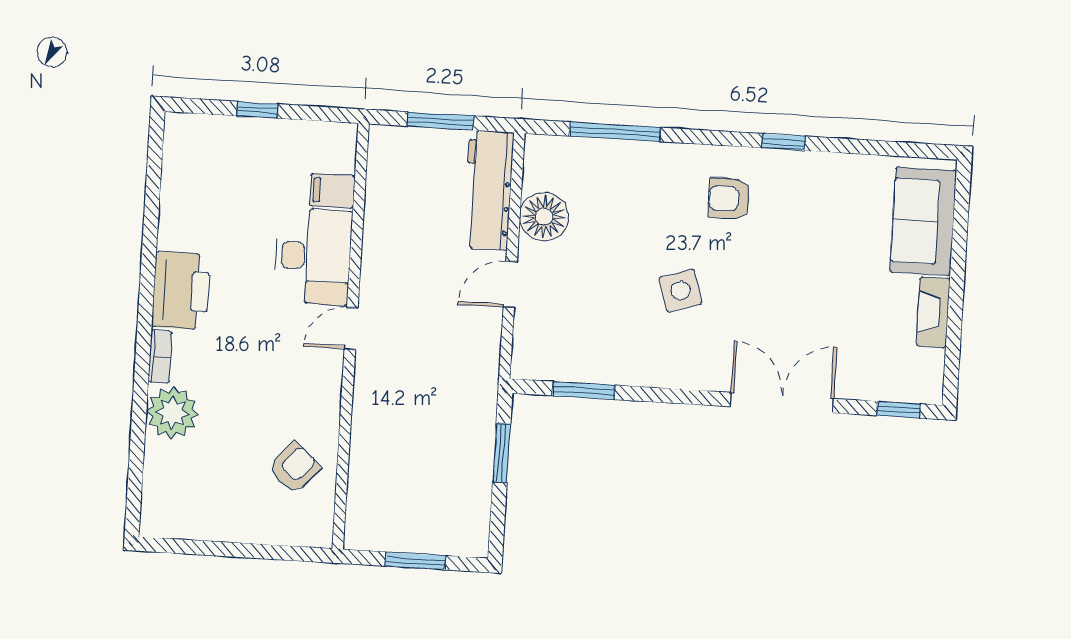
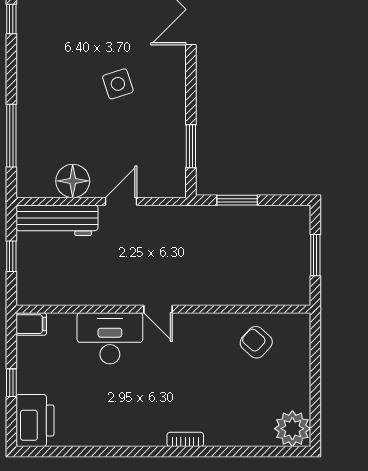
window: (440, 121) -> (11, 256), width x0.67
filing cabinet: (332, 191) -> (31, 324), moved, turned -90
armchair: (729, 199) -> (53, 54), removed
door: (510, 284) -> (121, 201), swing flipped
printer: (181, 291) -> (35, 421), moved, turned 90
plant: (172, 413) -> (292, 429), moved

